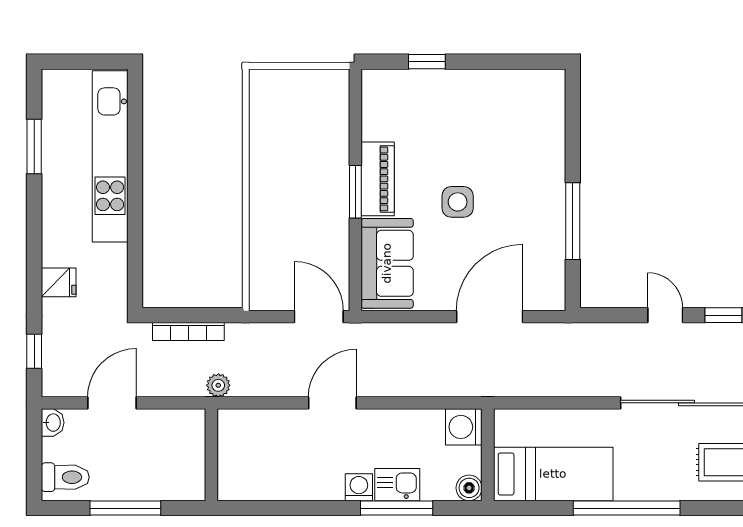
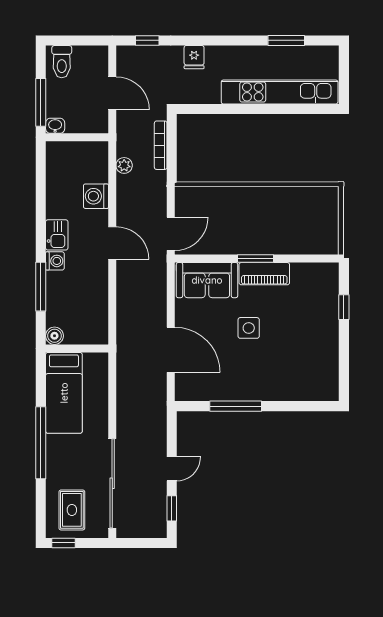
washbasin: (53, 423) -> (55, 126), moved, turned 180
washing machine: (464, 427) -> (96, 196), moved, turned -90
wall: (211, 455) -> (77, 137), moved
kitchen sink: (397, 485) -> (57, 235), moved

